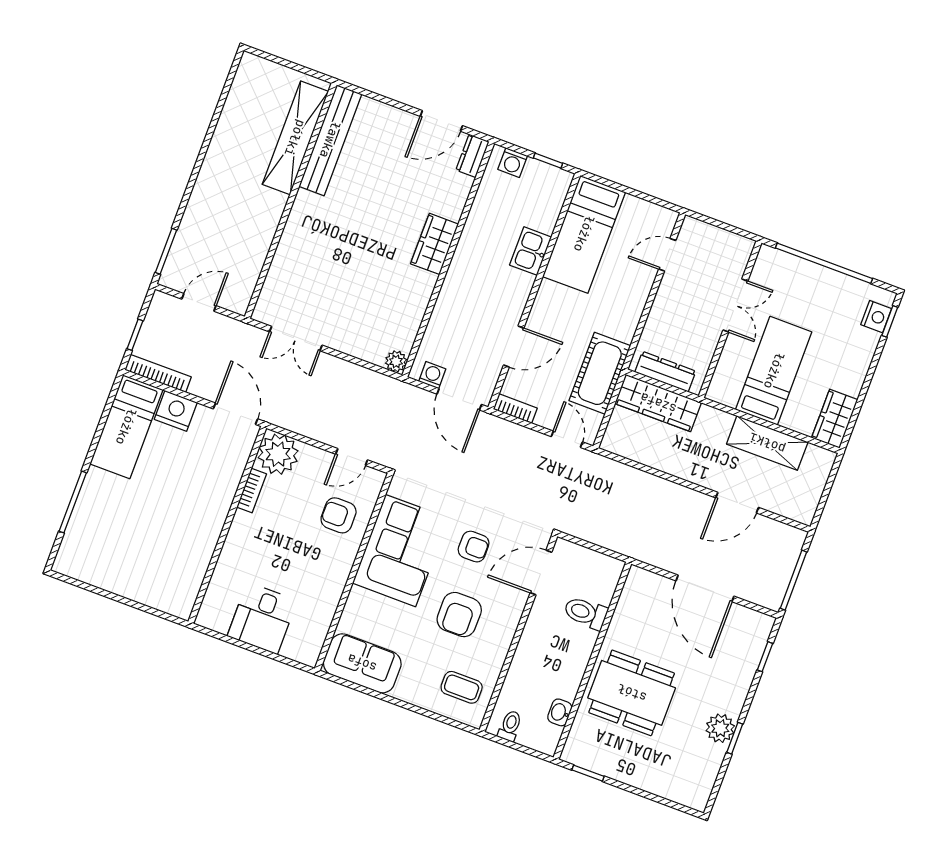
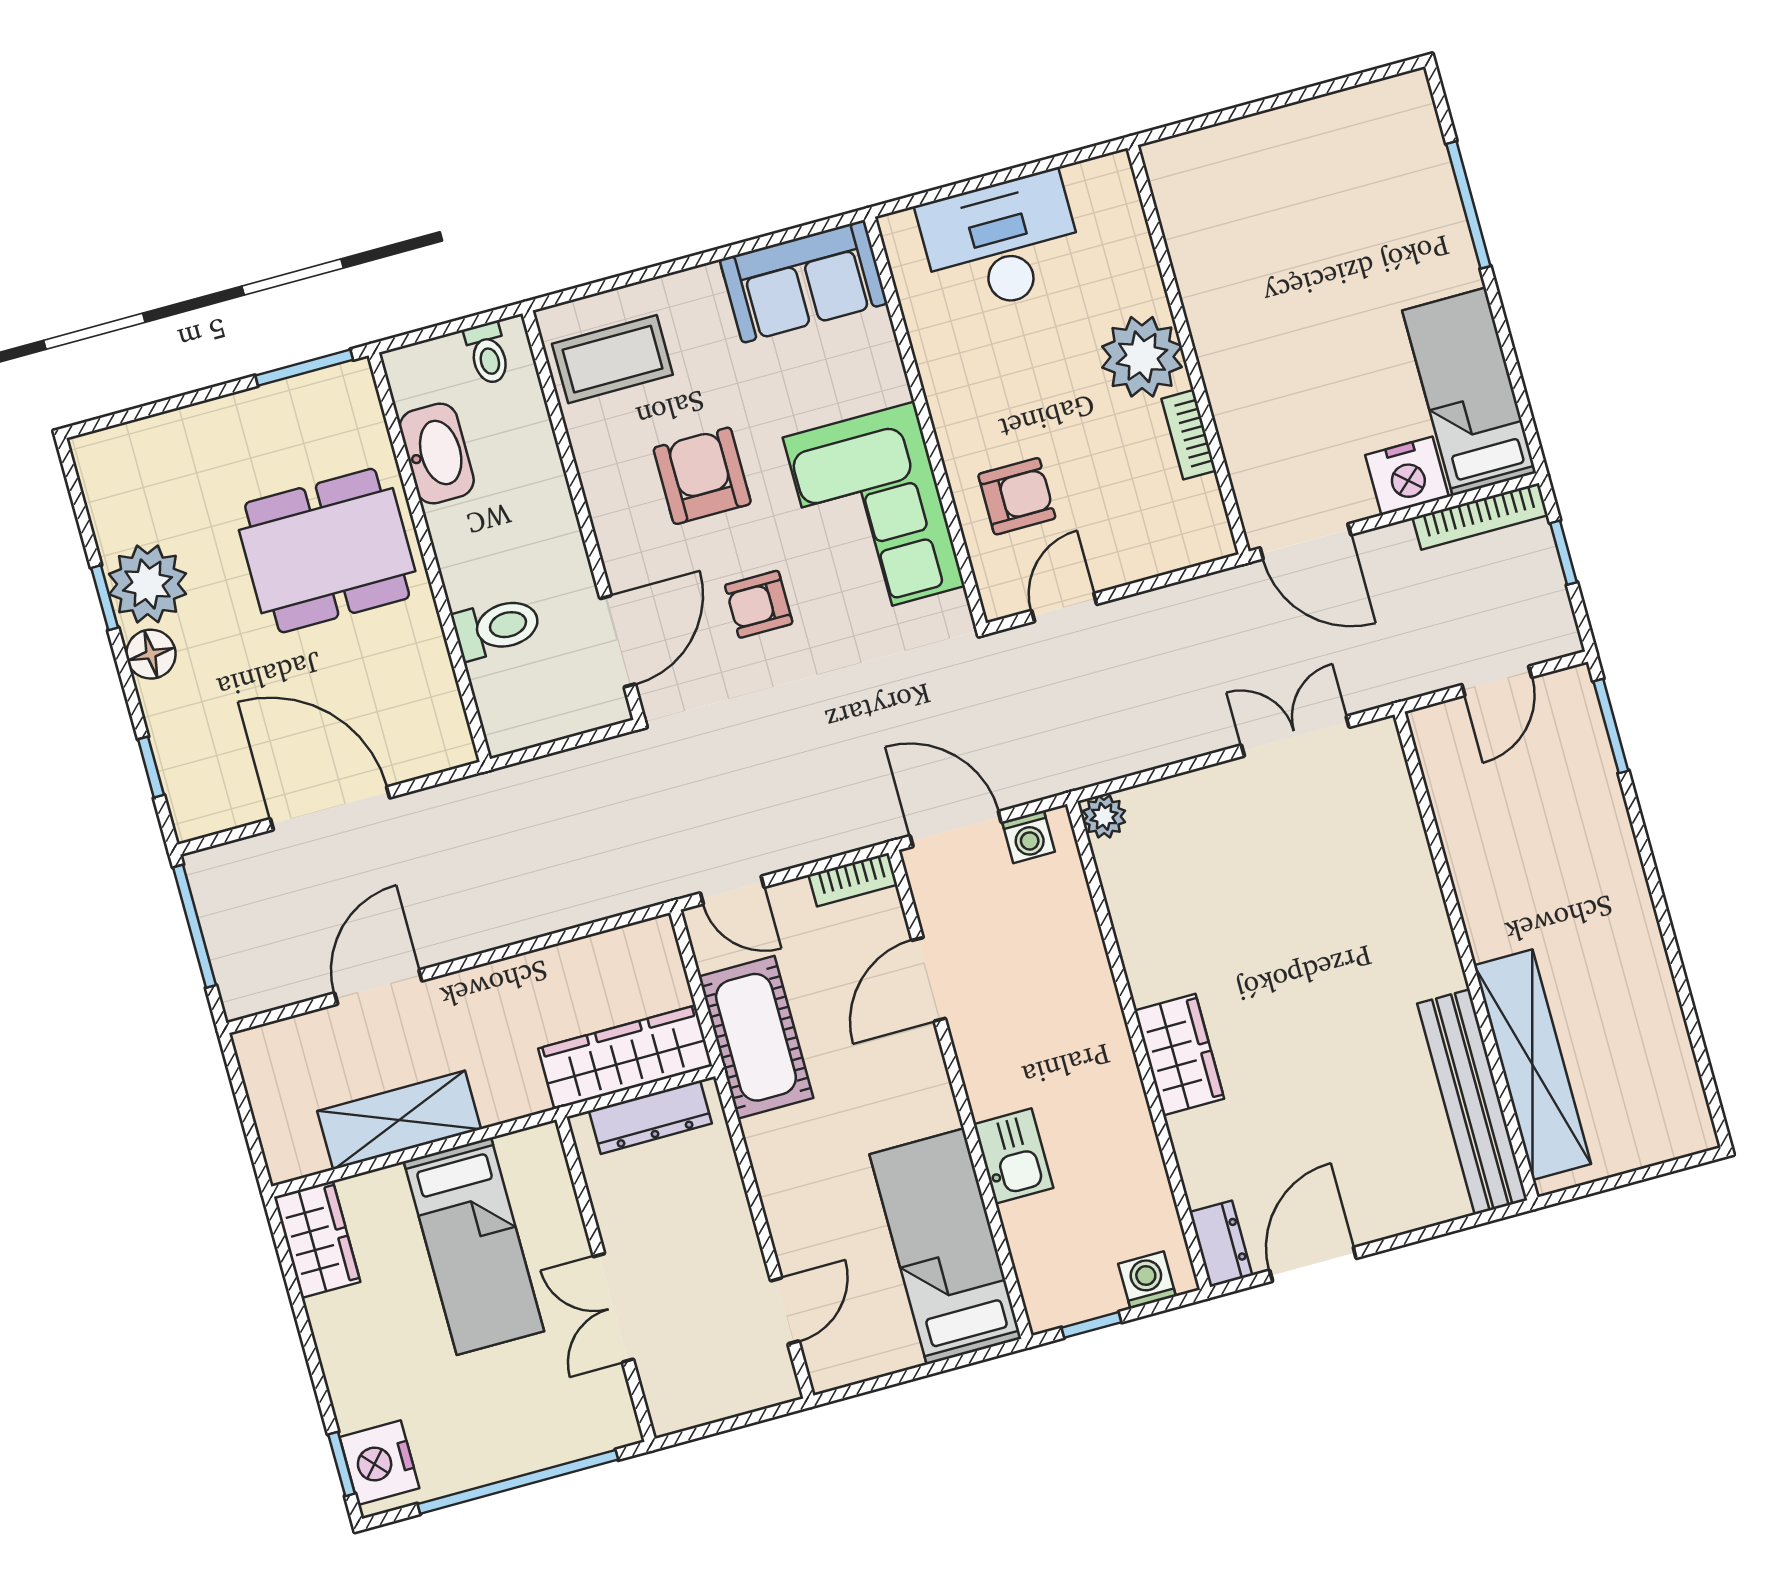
nightstand: (876, 317) -> (379, 1463), width x1.36, depth x1.33
plant: (278, 454) -> (1142, 357), moved
desk: (262, 618) -> (1001, 243), width x1.37
coffee table: (462, 687) -> (612, 359), width x1.36, depth x1.30
floor lamp: (732, 702) -> (151, 654), added
washbasin: (560, 712) -> (437, 454), width x1.91, depth x1.45
plant: (720, 728) -> (148, 584), width x1.36, depth x1.36
window: (588, 773) -> (304, 368), width x1.50

